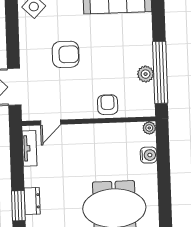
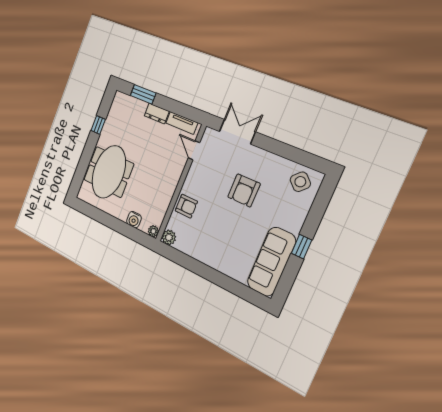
window: (160, 72) -> (192, 264), removed
plant: (146, 74) -> (169, 237), moved
dresser: (32, 201) -> (157, 113), moved

